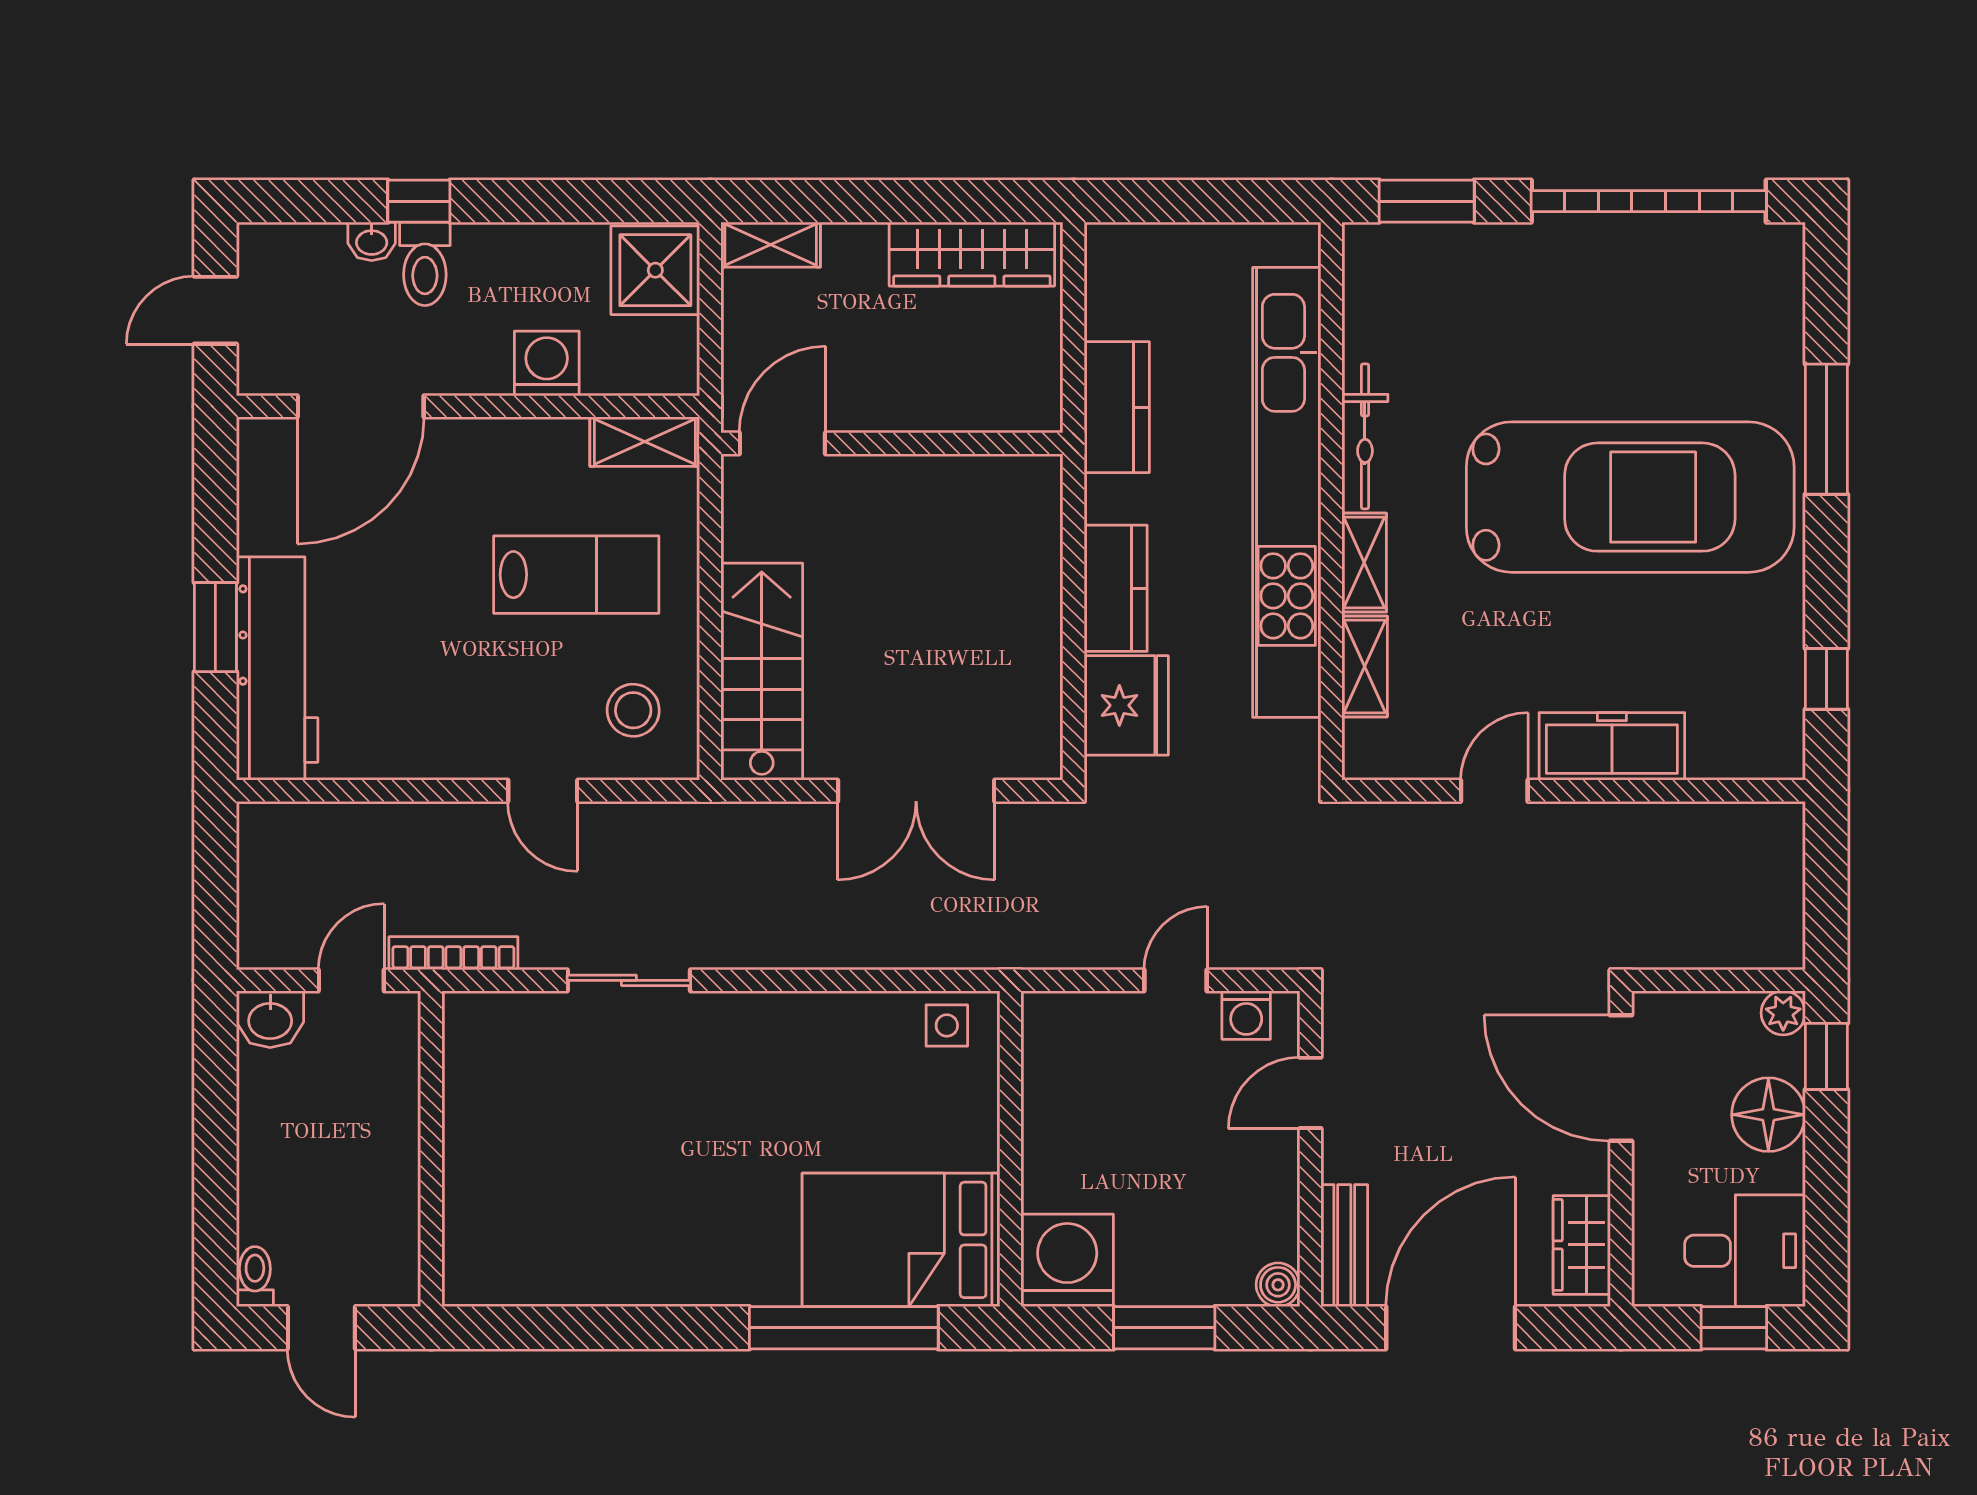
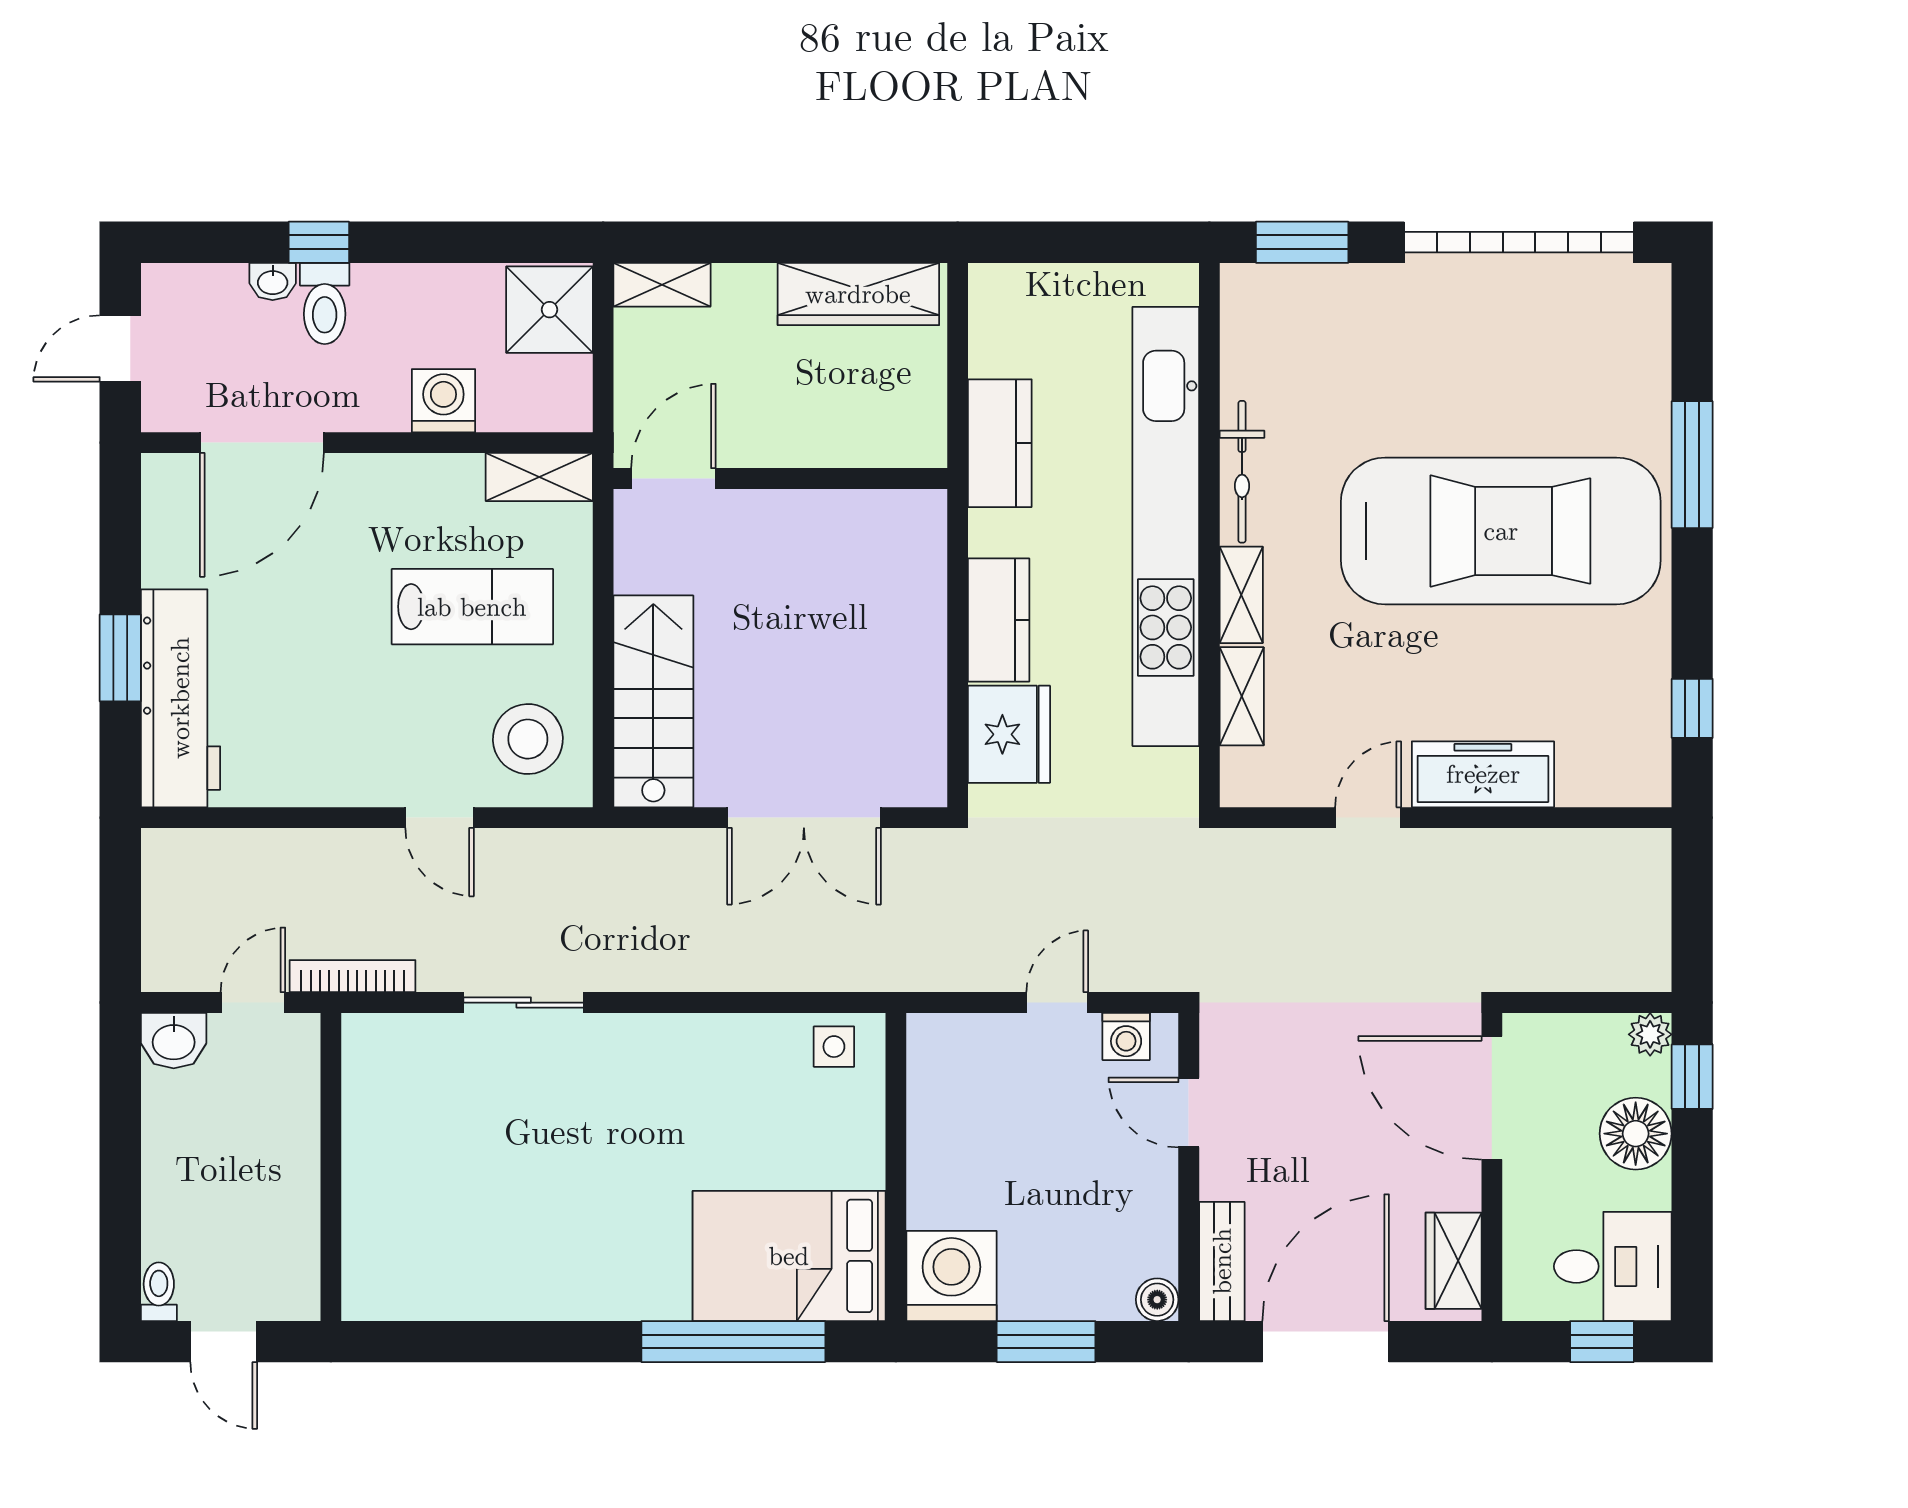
stool: (633, 710) -> (528, 739), width x1.38, depth x1.38
door: (1310, 1093) -> (1189, 1112), hinge flipped

